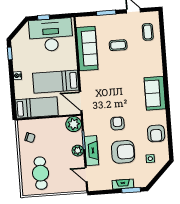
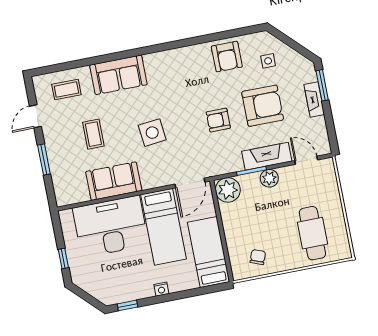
desk: (51, 35) -> (111, 226), moved, turned 90
sofa: (87, 49) -> (114, 181), width x0.73
side table: (115, 82) -> (152, 133), added
sofa: (155, 93) -> (118, 75), moved
armchair: (156, 133) -> (227, 57), turned 90
armchair: (123, 152) -> (263, 106), turned 90
cafe table: (41, 173) -> (312, 233), turned 90
door: (86, 175) -> (306, 160), swing flipped

